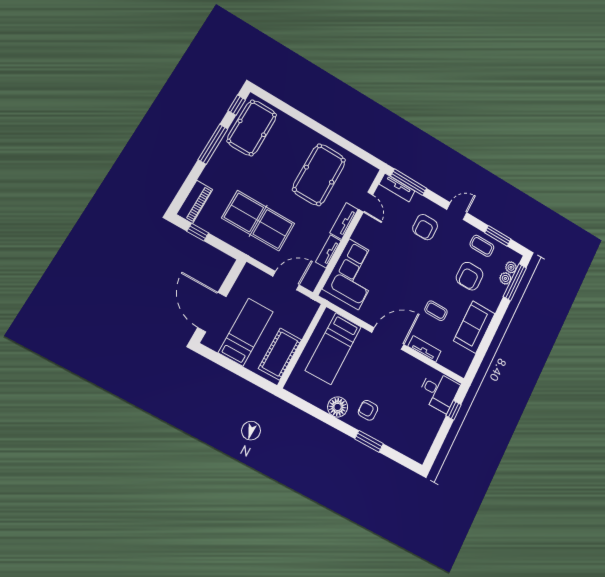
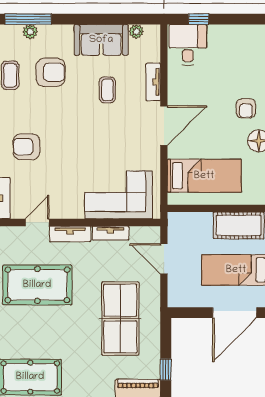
armchair: (425, 227) -> (26, 147), turned 180
plant: (511, 267) -> (136, 31), moved
door: (388, 339) -> (164, 126), swing flipped

